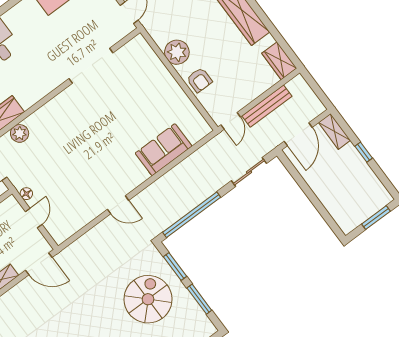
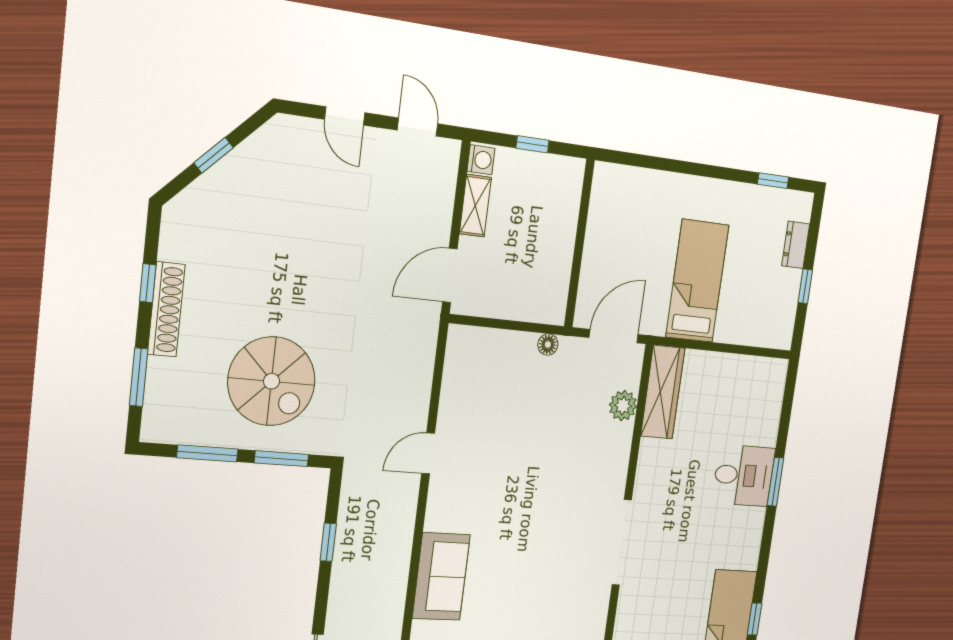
doorway: (91, 66) -> (622, 542), moved
window: (192, 215) -> (328, 542), width x0.32
door: (34, 218) -> (511, 325), removed

